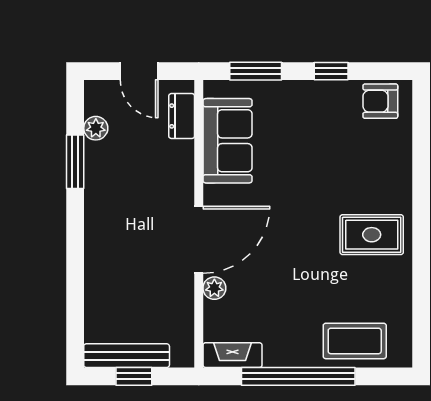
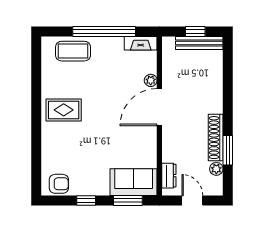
sofa: (227, 141) -> (134, 182), moved, turned 90
shoe rack: (97, 185) -> (216, 138), added

